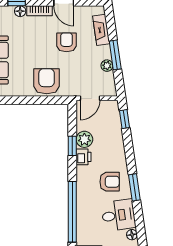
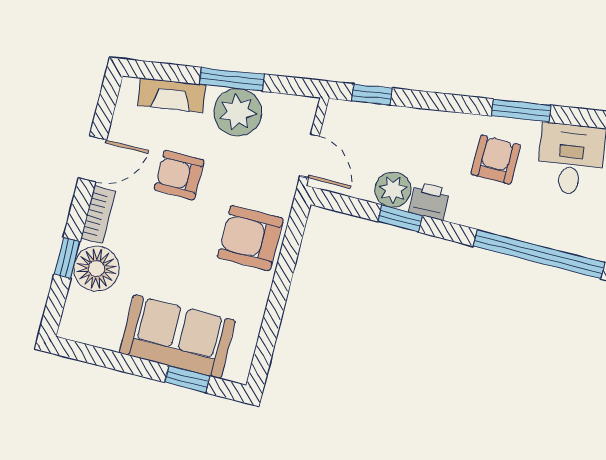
floor lamp: (20, 11) -> (96, 269), width x1.89, depth x1.89
plant: (107, 66) -> (238, 112), width x1.88, depth x1.88

